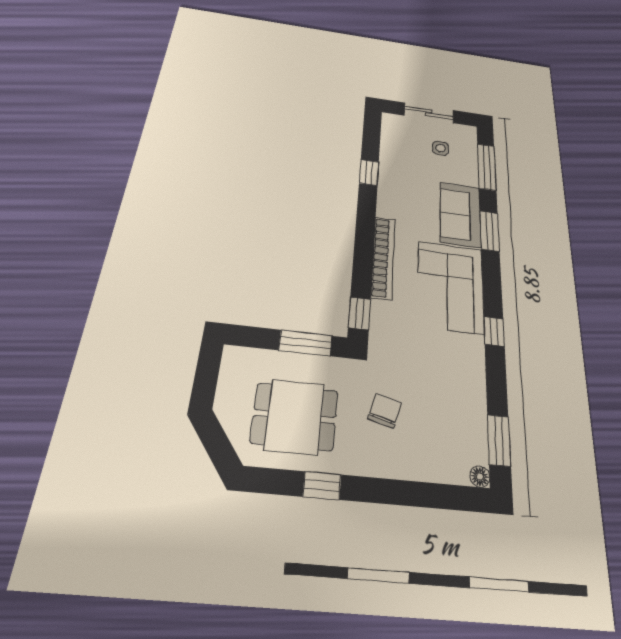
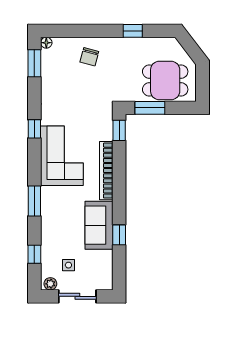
plant: (464, 131) -> (50, 284), added
window: (487, 167) -> (34, 254), width x0.46
sofa: (460, 215) -> (99, 225), moved, turned 180
chair: (385, 411) -> (89, 57), moved
dining table: (295, 417) -> (165, 80), moved

